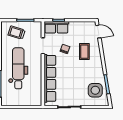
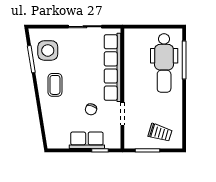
row of seats: (56, 27) -> (87, 140), moved
door: (98, 32) -> (43, 134), removed
coffee table: (84, 52) -> (55, 85), moved
dental chair: (18, 68) -> (164, 63), moved

